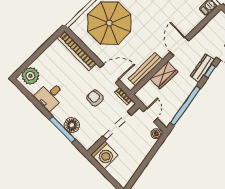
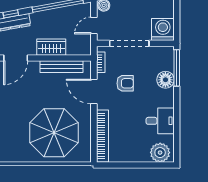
armchair: (95, 98) -> (125, 83), turned -90
window: (62, 130) -> (177, 68), moved

